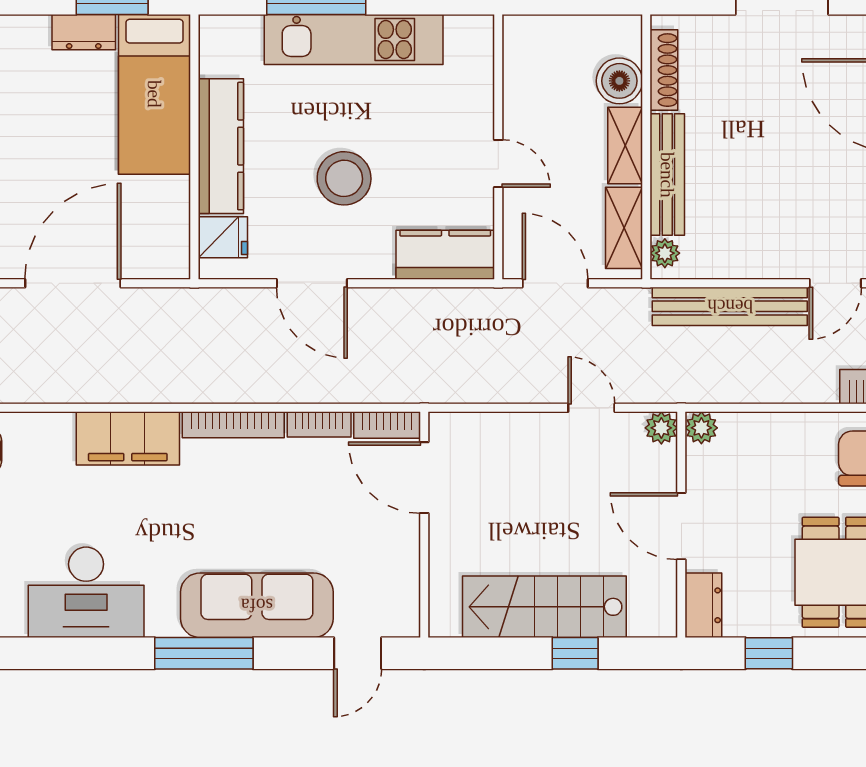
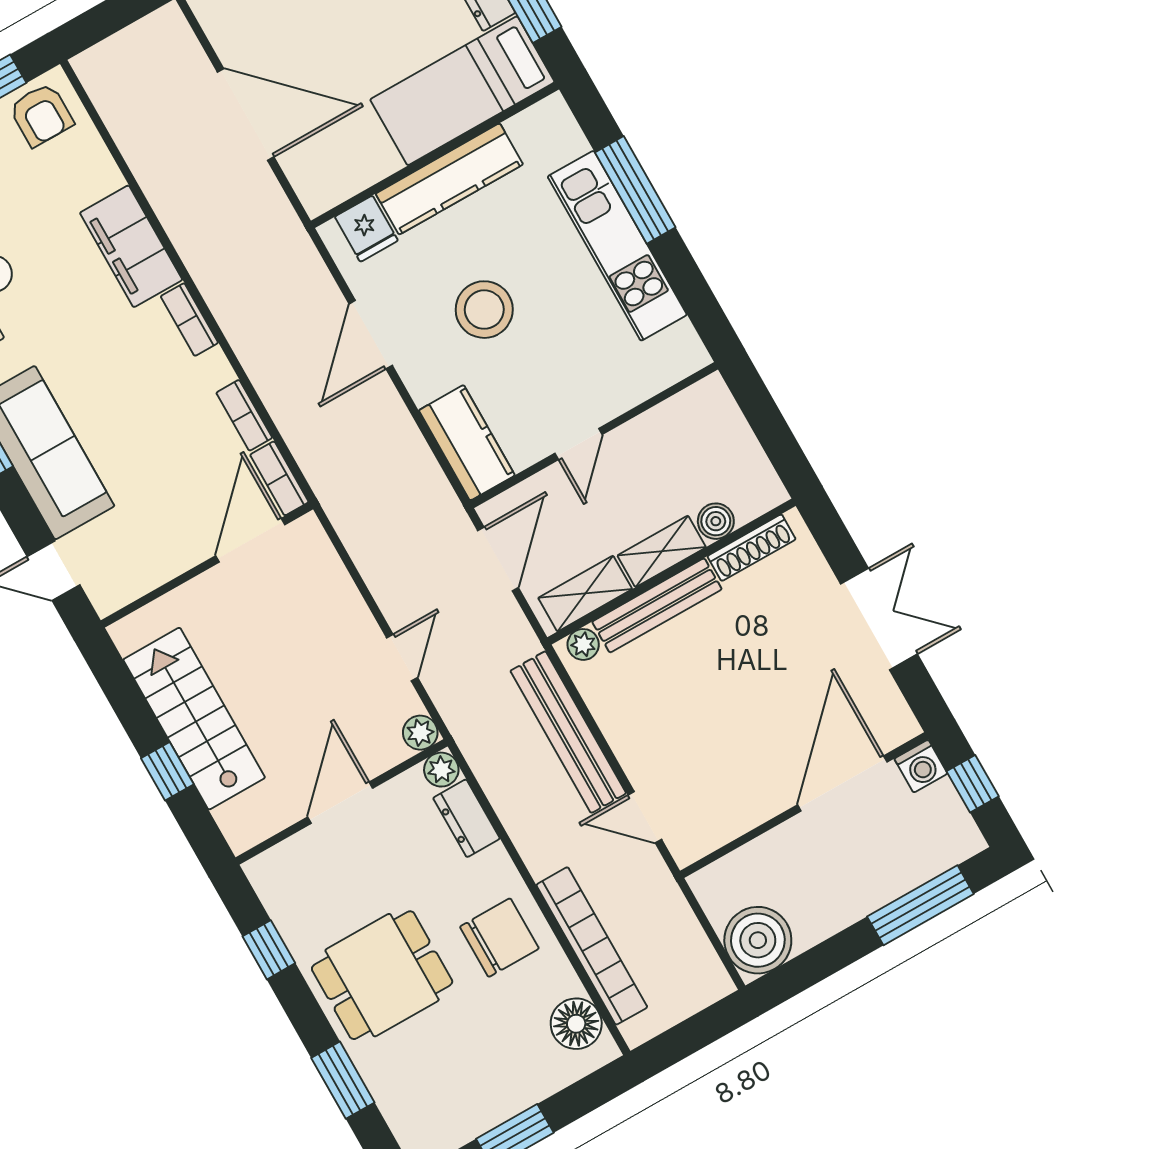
boiler: (619, 81) -> (716, 521), width x0.73, depth x0.73
bookcase: (233, 425) -> (189, 320), width x0.64
dresser: (703, 605) -> (466, 818), moved, turned 90

